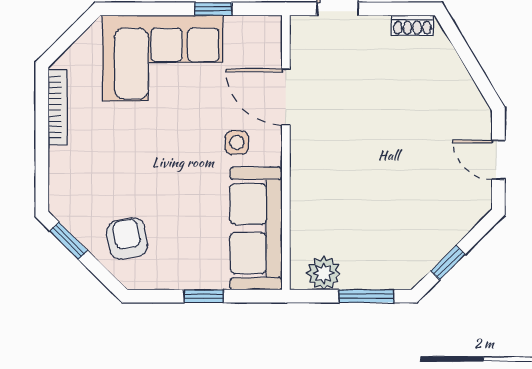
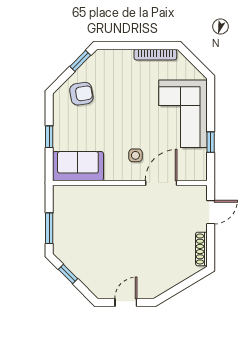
shoe rack: (412, 25) -> (201, 249), width x1.43
sofa: (256, 229) -> (78, 166), width x0.73
plant: (323, 273) -> (62, 204), removed

